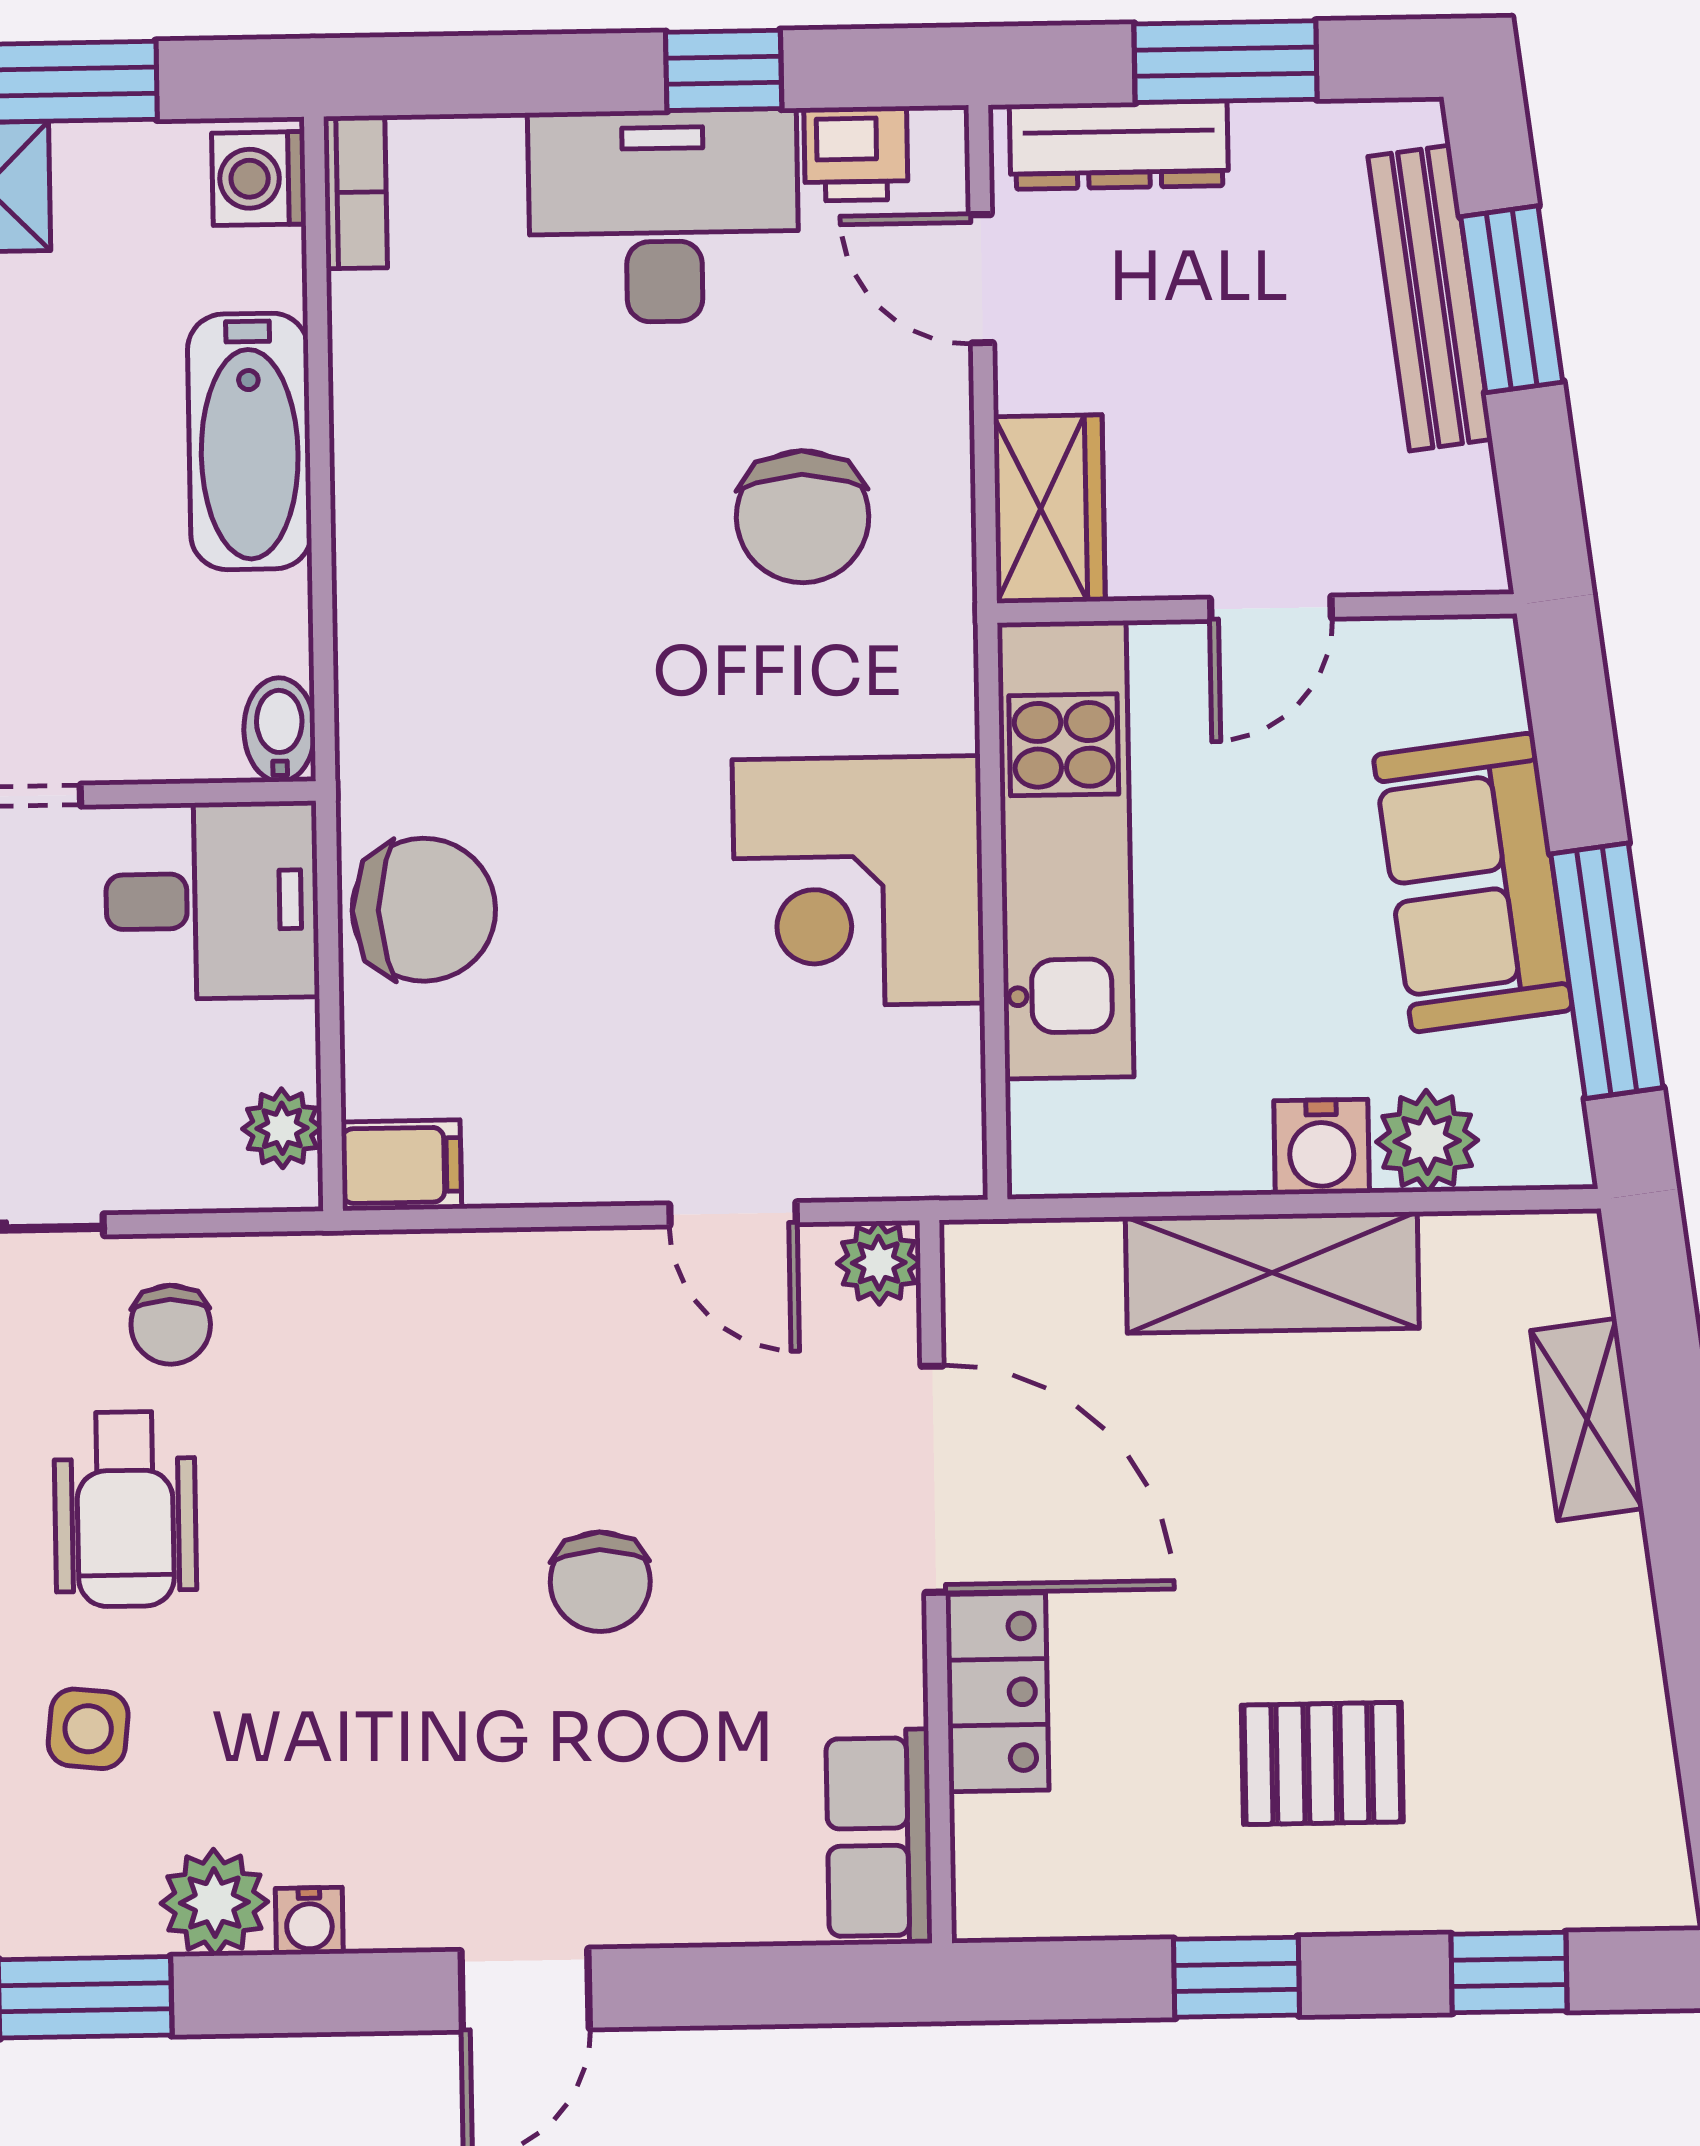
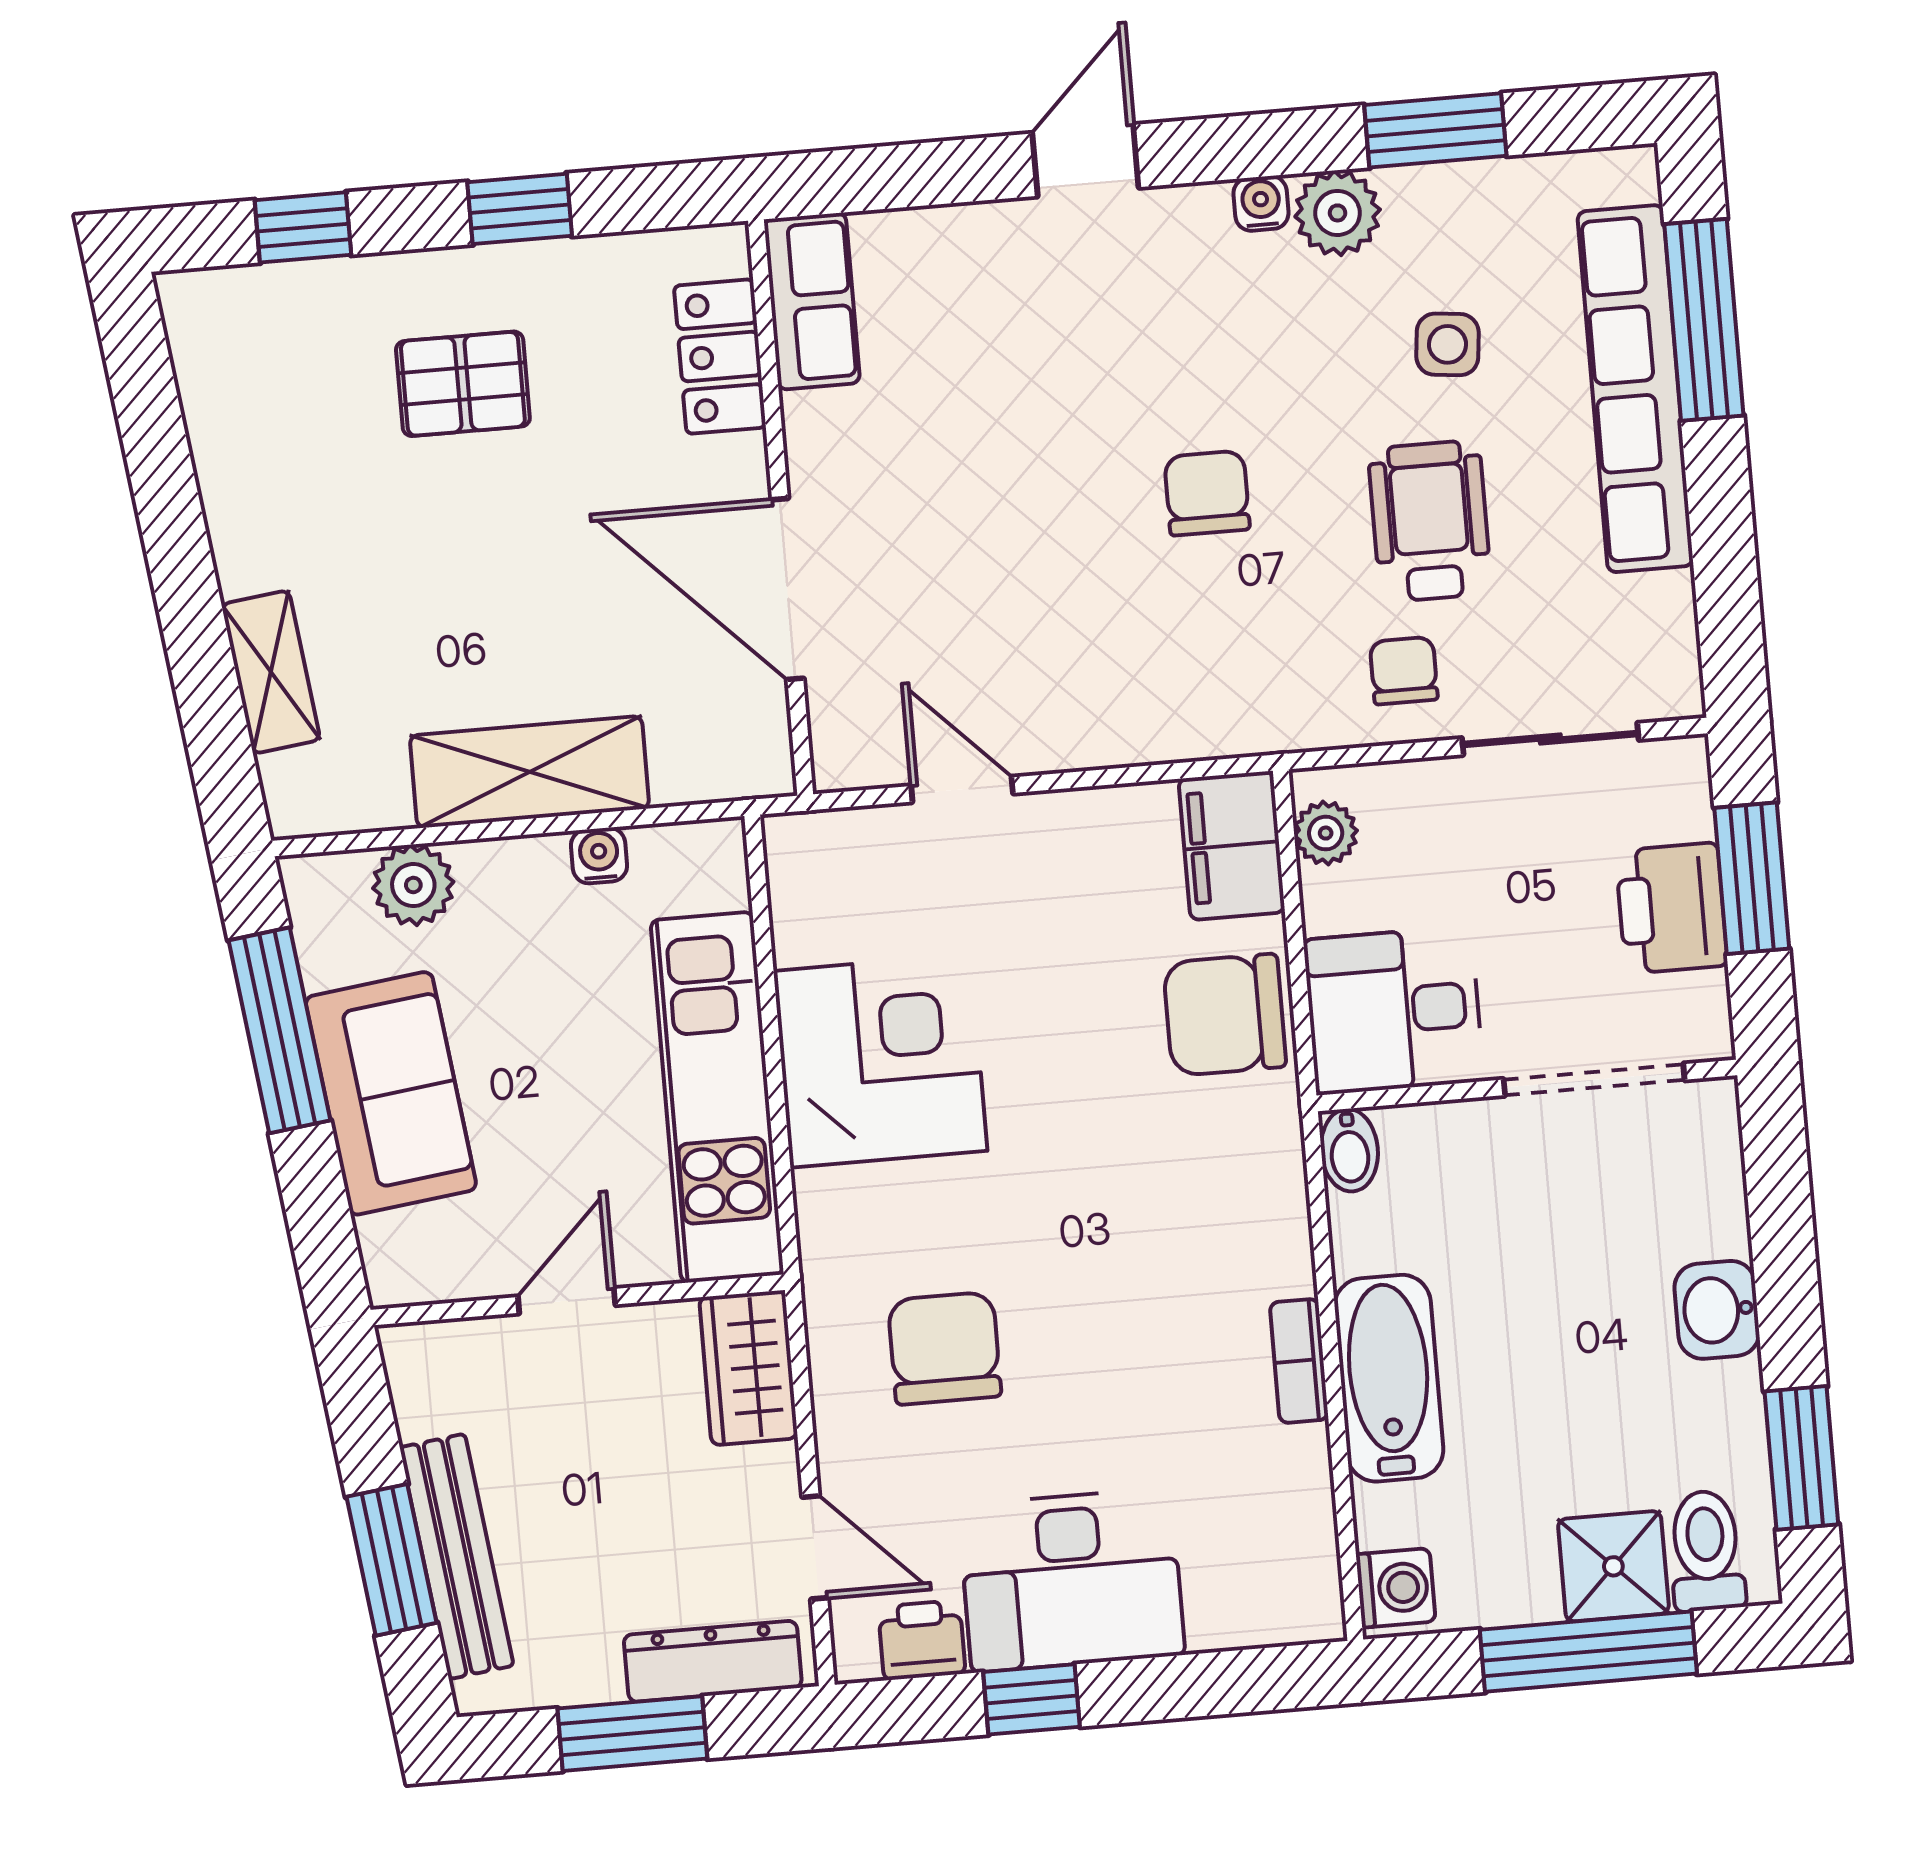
bookcase: (355, 192) -> (1299, 1361), moved
water cooler: (1322, 1147) -> (599, 856), moved, width x0.72, depth x0.72
filing cabinet: (401, 1165) -> (1232, 845), width x2.00
plant: (879, 1263) -> (843, 758), removed
chair: (600, 1582) -> (1207, 493), moved
locker: (997, 1692) -> (720, 357), moved

